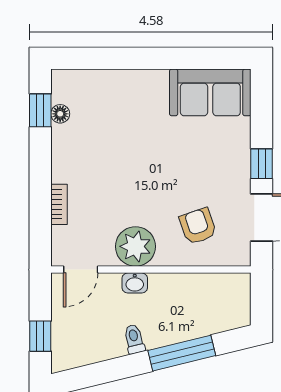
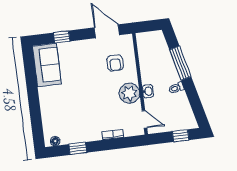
window: (40, 110) -> (78, 148), moved
floor lamp: (60, 114) -> (55, 141), moved
window: (262, 164) -> (62, 37), moved
armchair: (198, 226) -> (115, 63), turned -71

